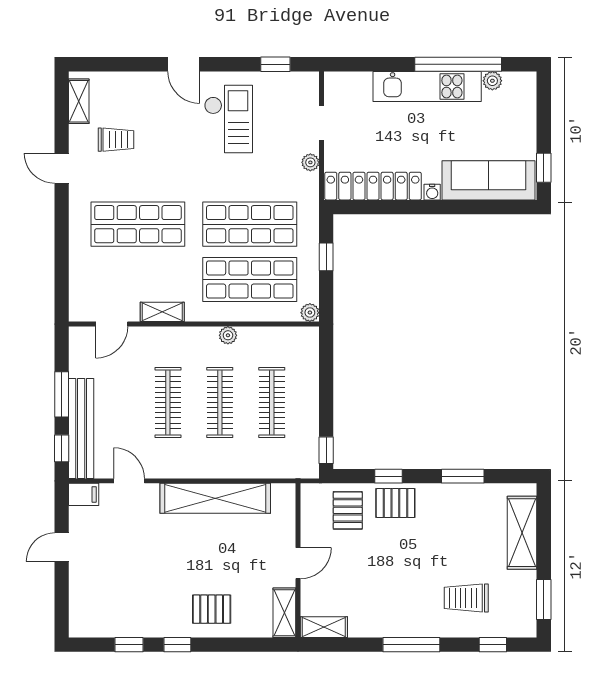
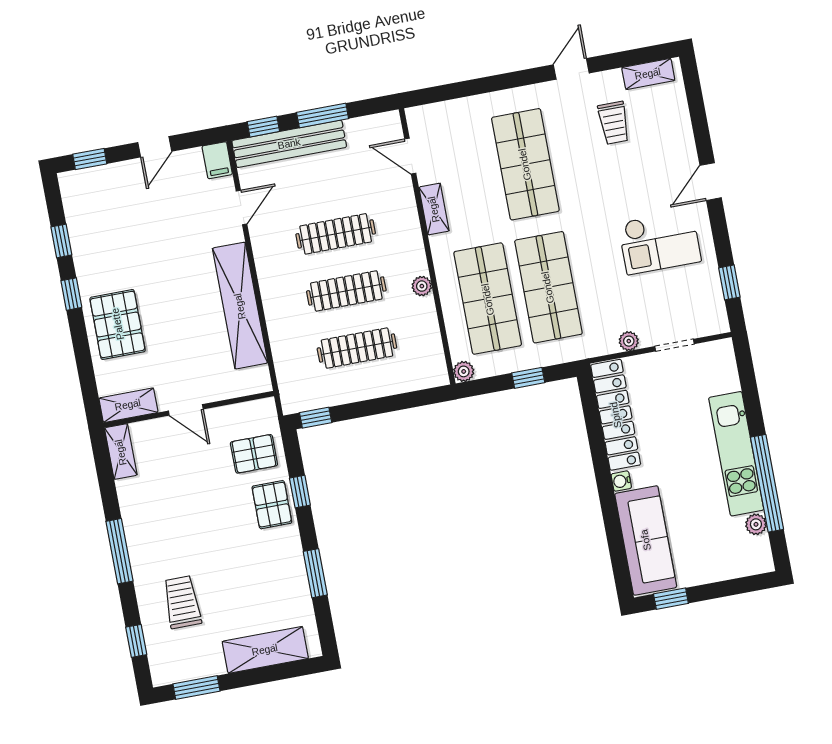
door: (62, 547) -> (155, 147), swing flipped
window: (62, 606) -> (90, 159), added
pallet: (212, 609) -> (118, 324), width x1.50, depth x1.42

